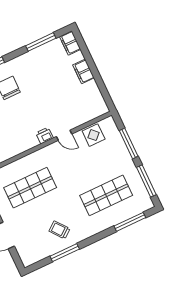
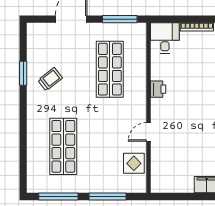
printer: (45, 136) -> (158, 89), moved
window: (130, 222) -> (23, 158), removed
window: (65, 253) -> (23, 73), width x0.69

